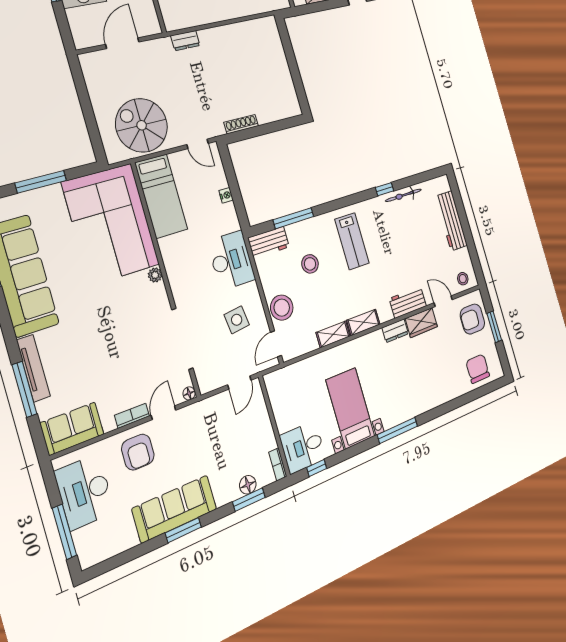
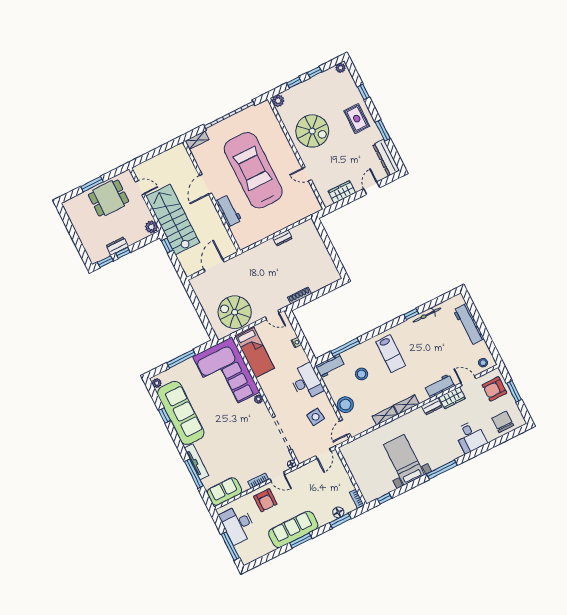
dresser: (185, 41) -> (282, 238), moved
door: (163, 413) -> (277, 477), swing flipped
desk: (303, 447) -> (471, 437), moved, turned -90

